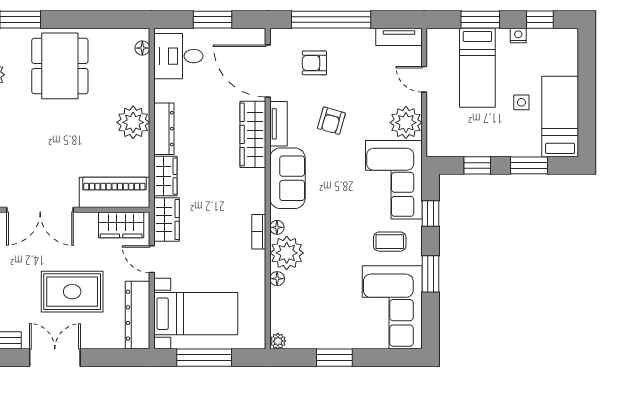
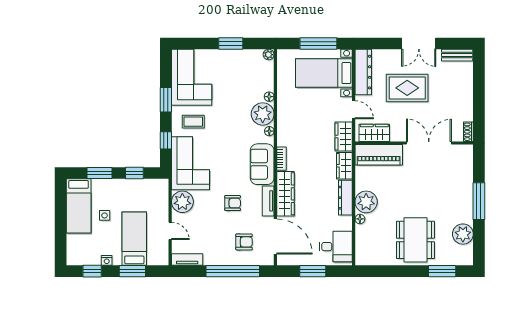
floor lamp: (142, 48) -> (360, 219), moved
armchair: (331, 121) -> (233, 203), turned 74
bookcase: (259, 232) -> (282, 159), moved

